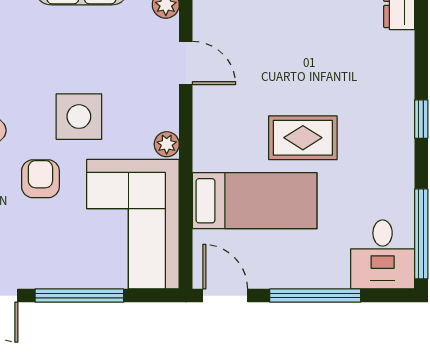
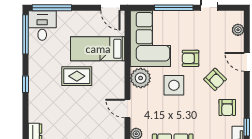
plant: (167, 144) -> (141, 78), width x1.88, depth x1.88
armchair: (40, 179) -> (191, 58), turned 90
window: (315, 296) -> (52, 8), moved

